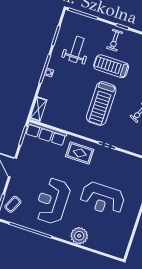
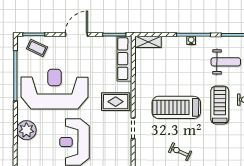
rug: (80, 153) -> (116, 102), turned 90
reception desk: (52, 201) -> (54, 89), width x1.36, depth x1.30

